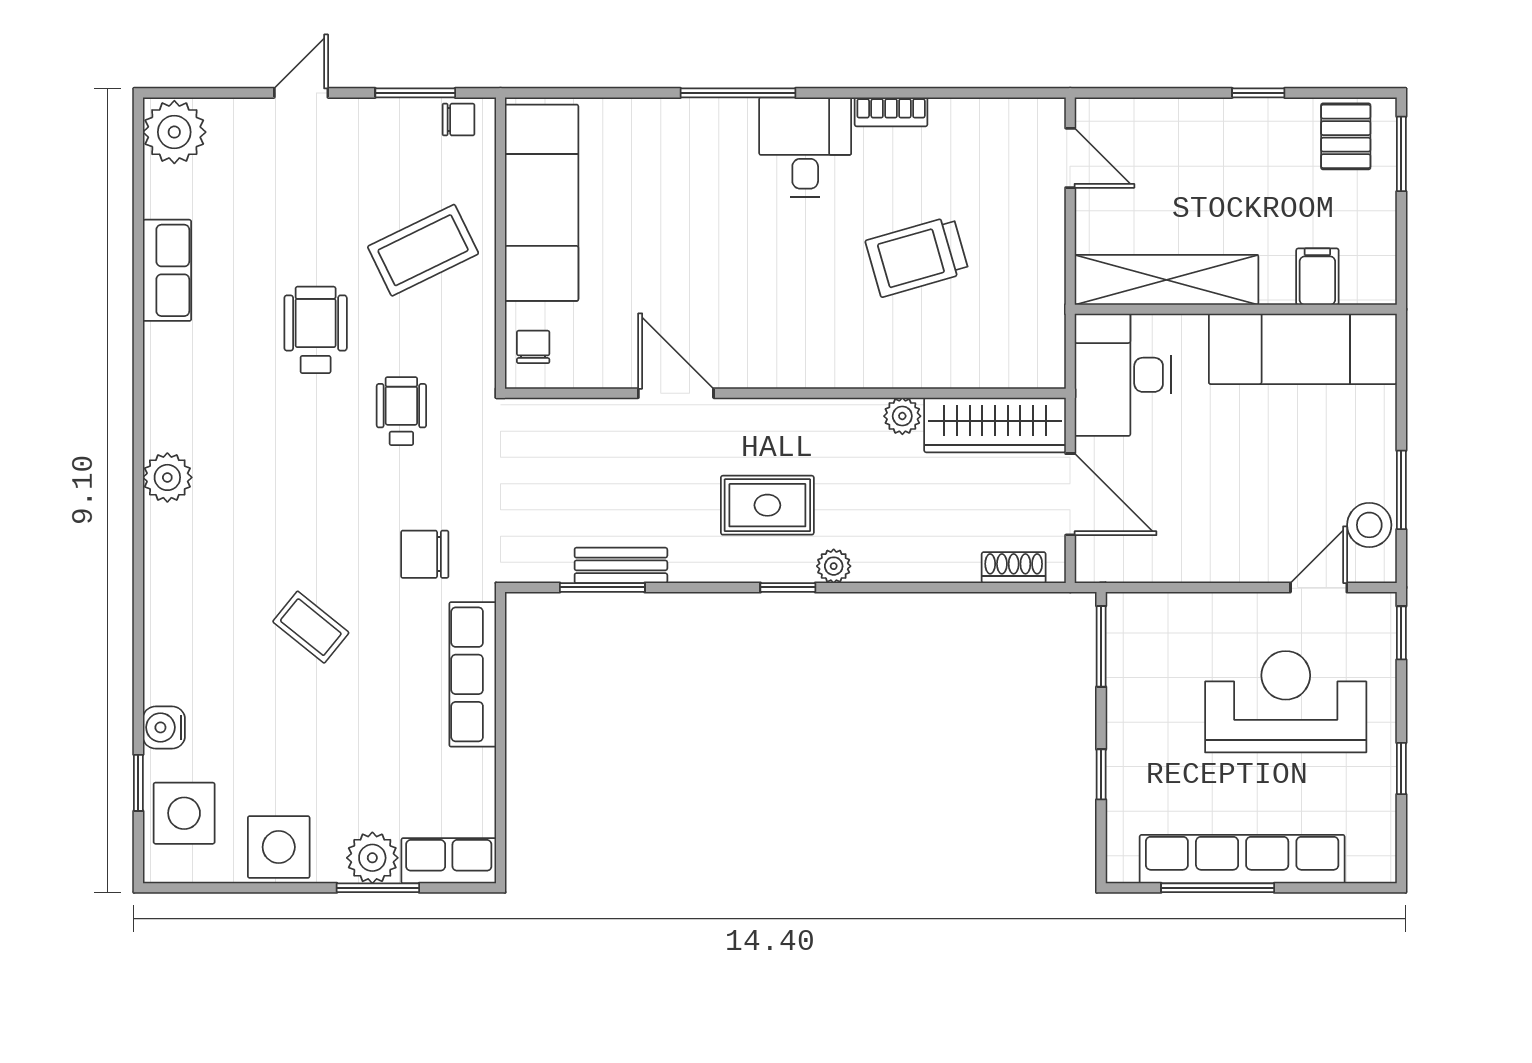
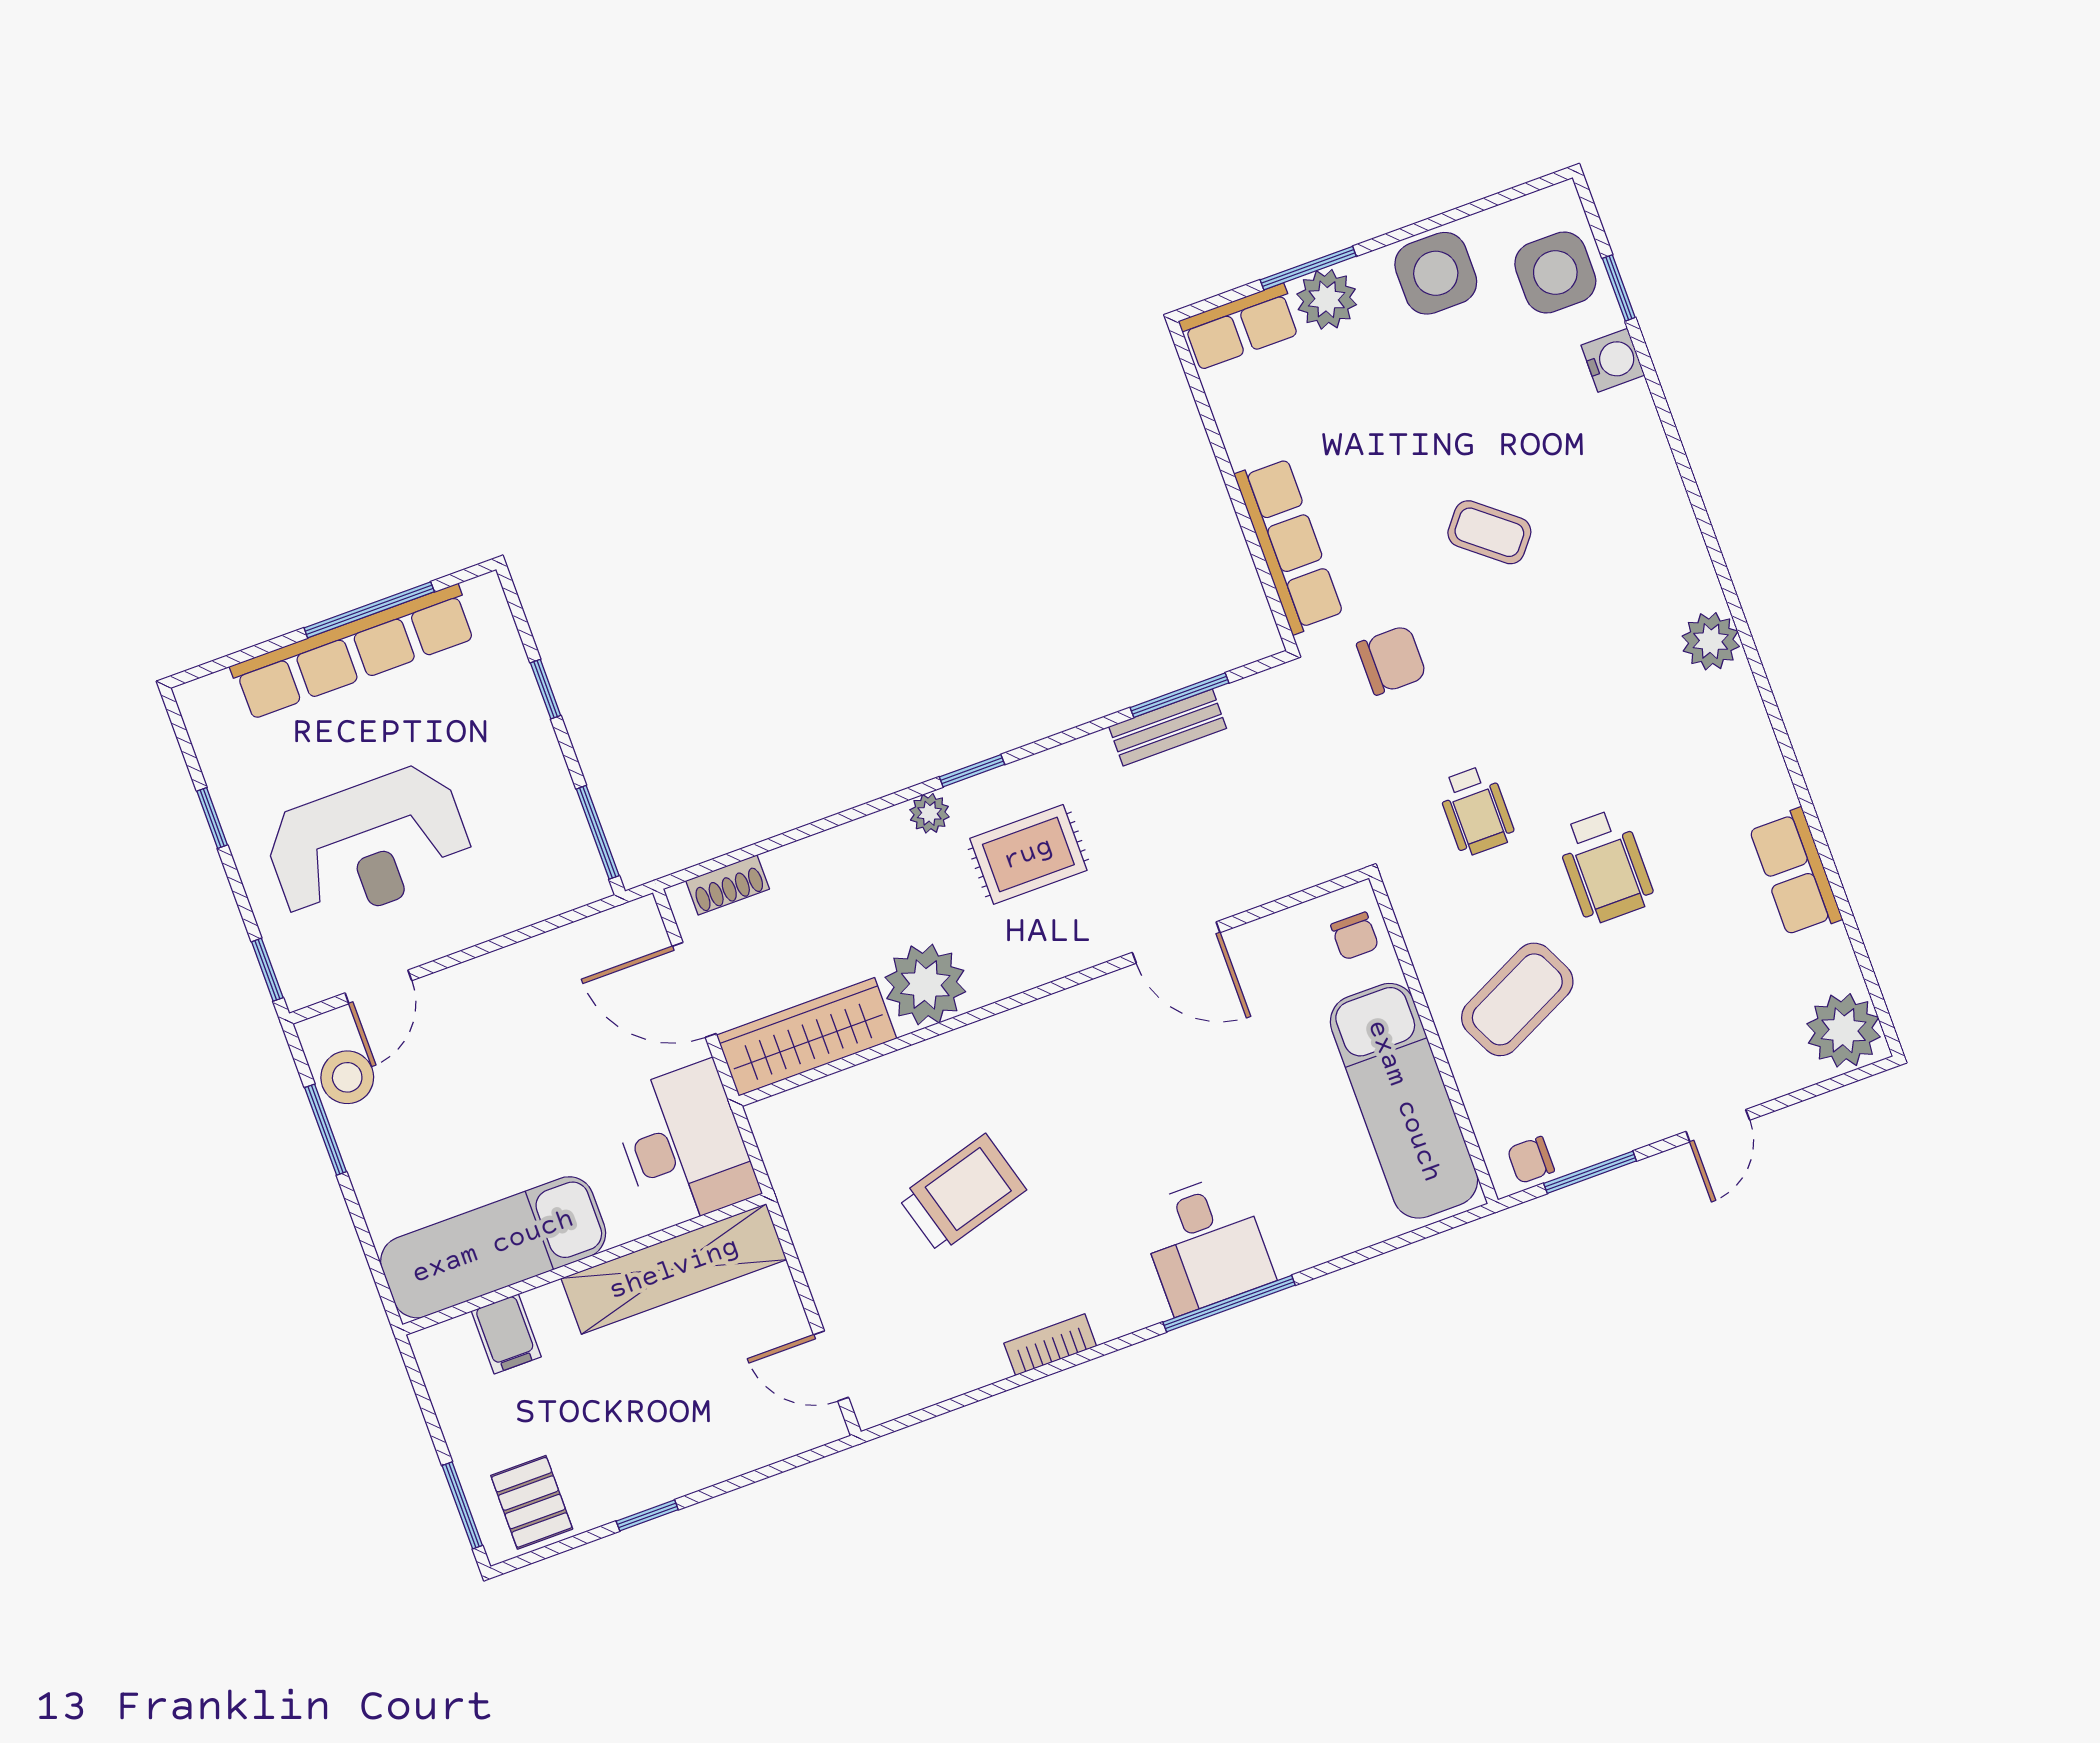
desk: (805, 147) -> (1206, 1244), moved
plant: (902, 416) -> (925, 984), width x1.88, depth x1.88

